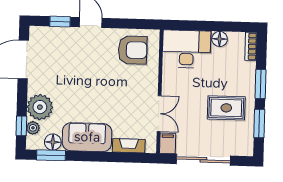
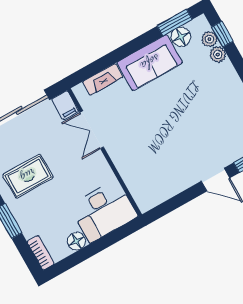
armchair: (133, 50) -> (157, 177), removed
plant: (40, 107) -> (218, 54), width x0.53, depth x0.53

